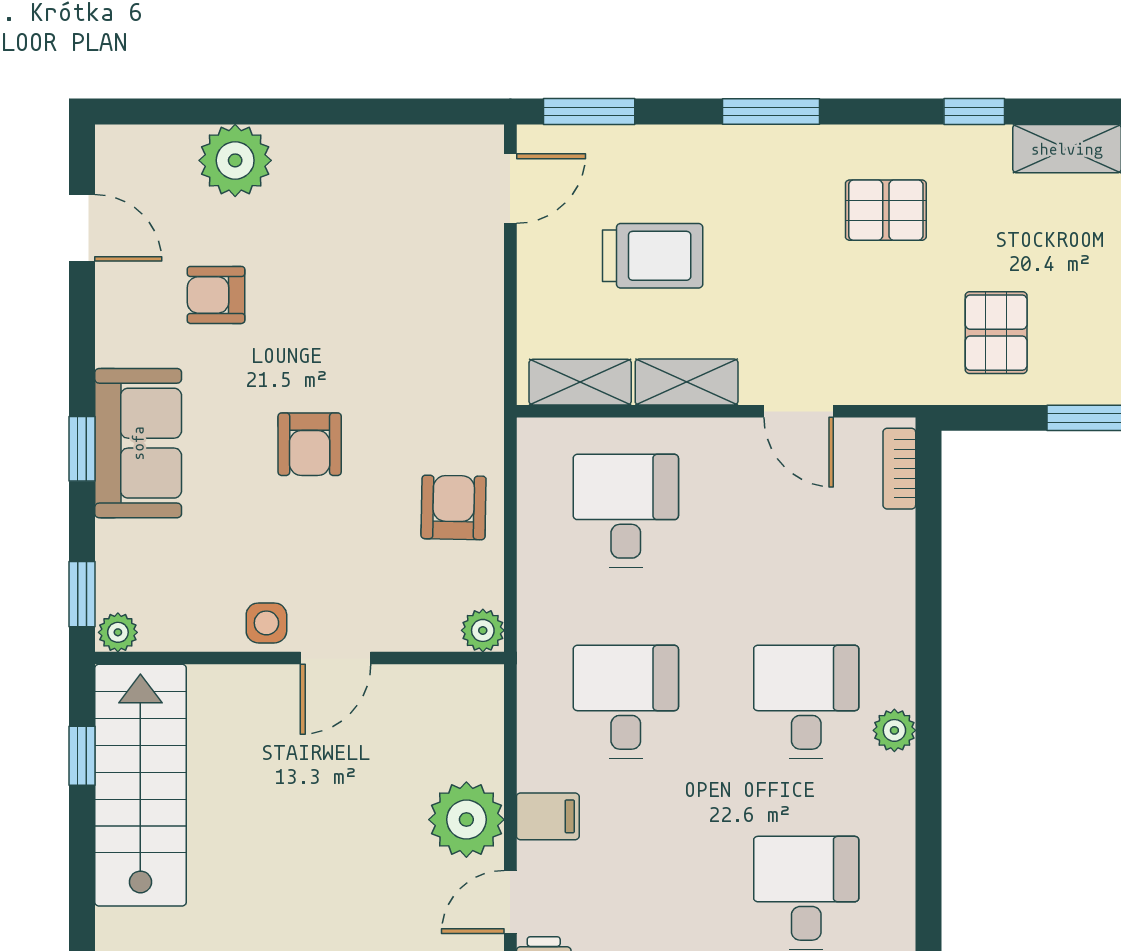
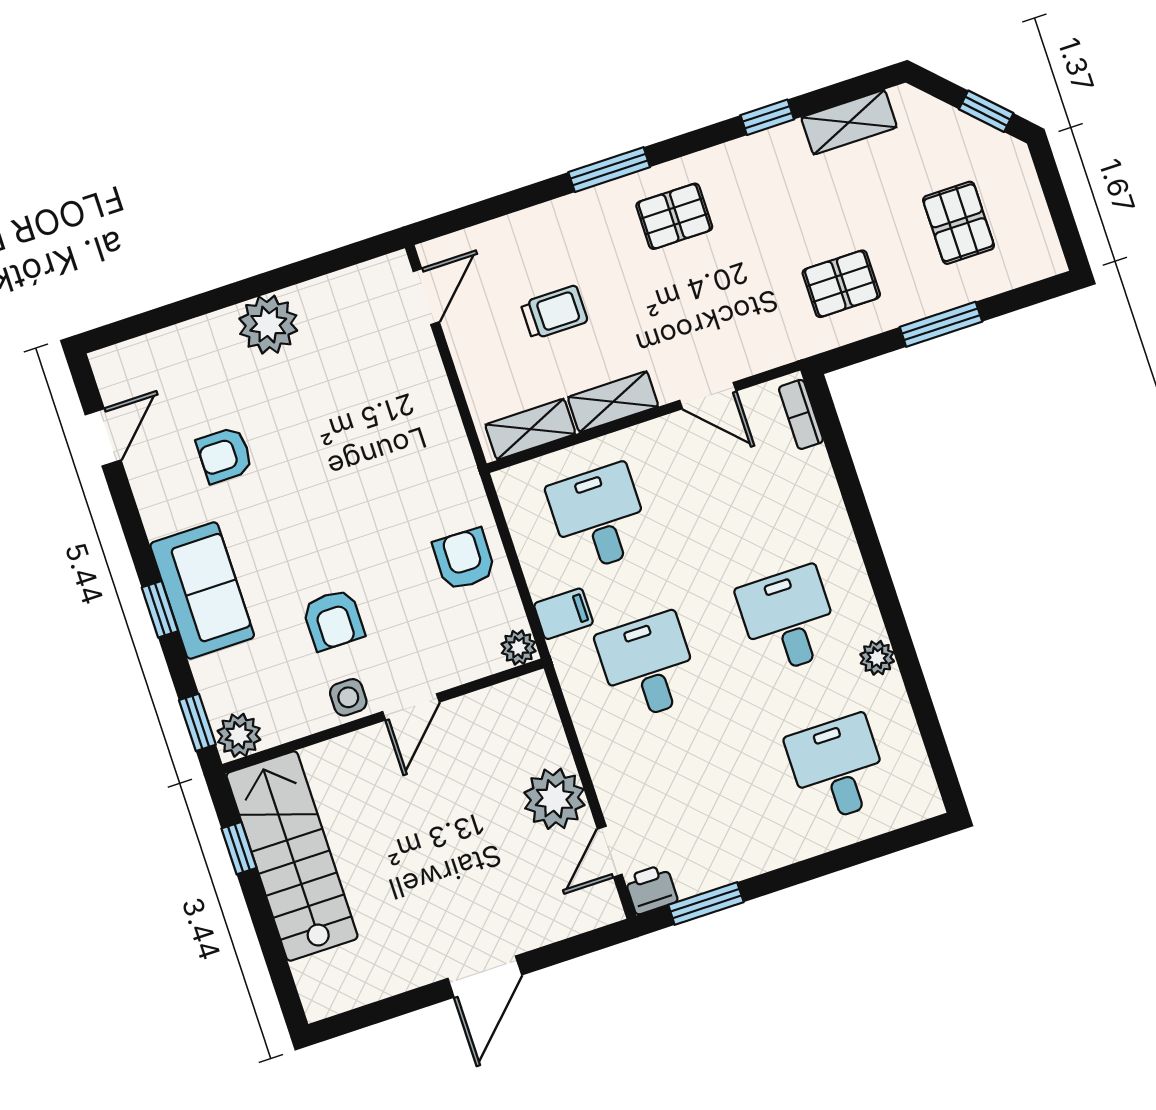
window: (589, 111) -> (468, 216), removed
plant: (235, 160) -> (268, 325), moved
pallet: (886, 210) -> (674, 216), moved
door: (82, 228) -> (103, 437), hinge flipped
trolley: (653, 256) -> (554, 312), width x0.73, depth x0.72
pallet: (996, 333) -> (841, 284), turned 90
armchair: (310, 444) -> (333, 620), moved
plant: (118, 632) -> (239, 735), width x1.38, depth x1.38
plant: (894, 730) -> (877, 658), moved
filing cabinet: (548, 816) -> (563, 614), moved

